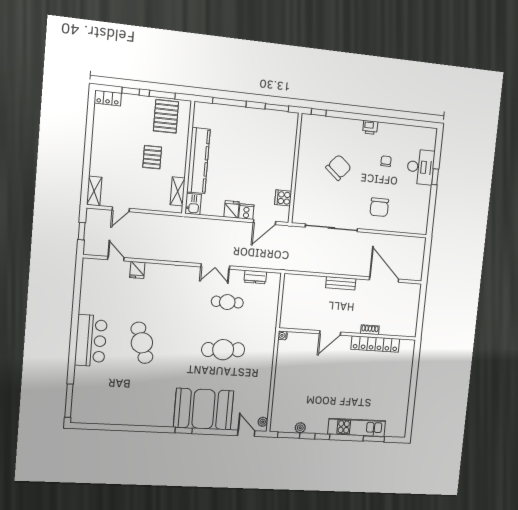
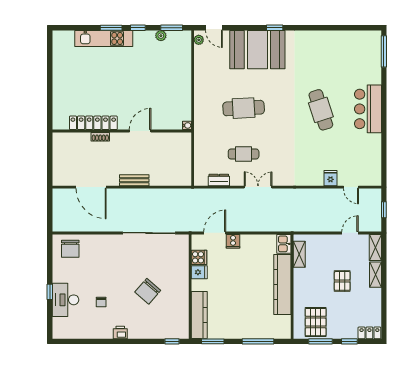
kitchen counter: (288, 137) -> (199, 315), added
pallet: (152, 157) -> (342, 281), moved
shelving: (96, 161) -> (375, 275), added
chair: (379, 207) -> (70, 249), moved, turned 180
fridge: (231, 209) -> (199, 272), moved, turned -90
window: (374, 439) -> (111, 28), moved

